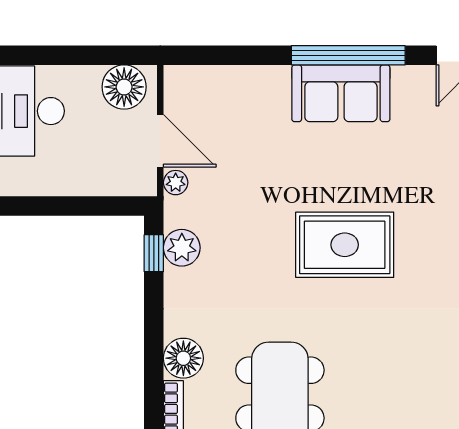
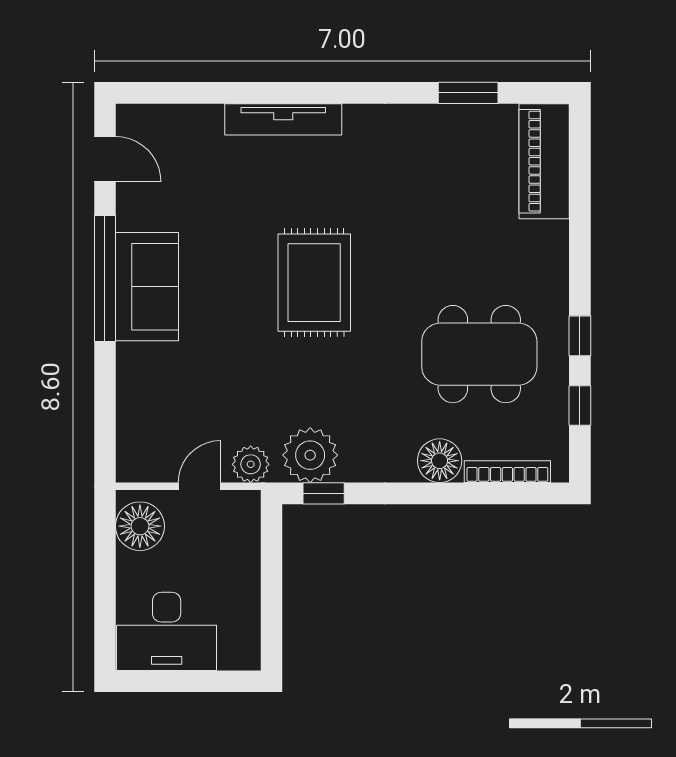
door: (160, 141) -> (199, 486), width x0.73
plant: (176, 183) -> (251, 464), width x1.38, depth x1.38
plant: (182, 248) -> (310, 455), width x1.36, depth x1.36

